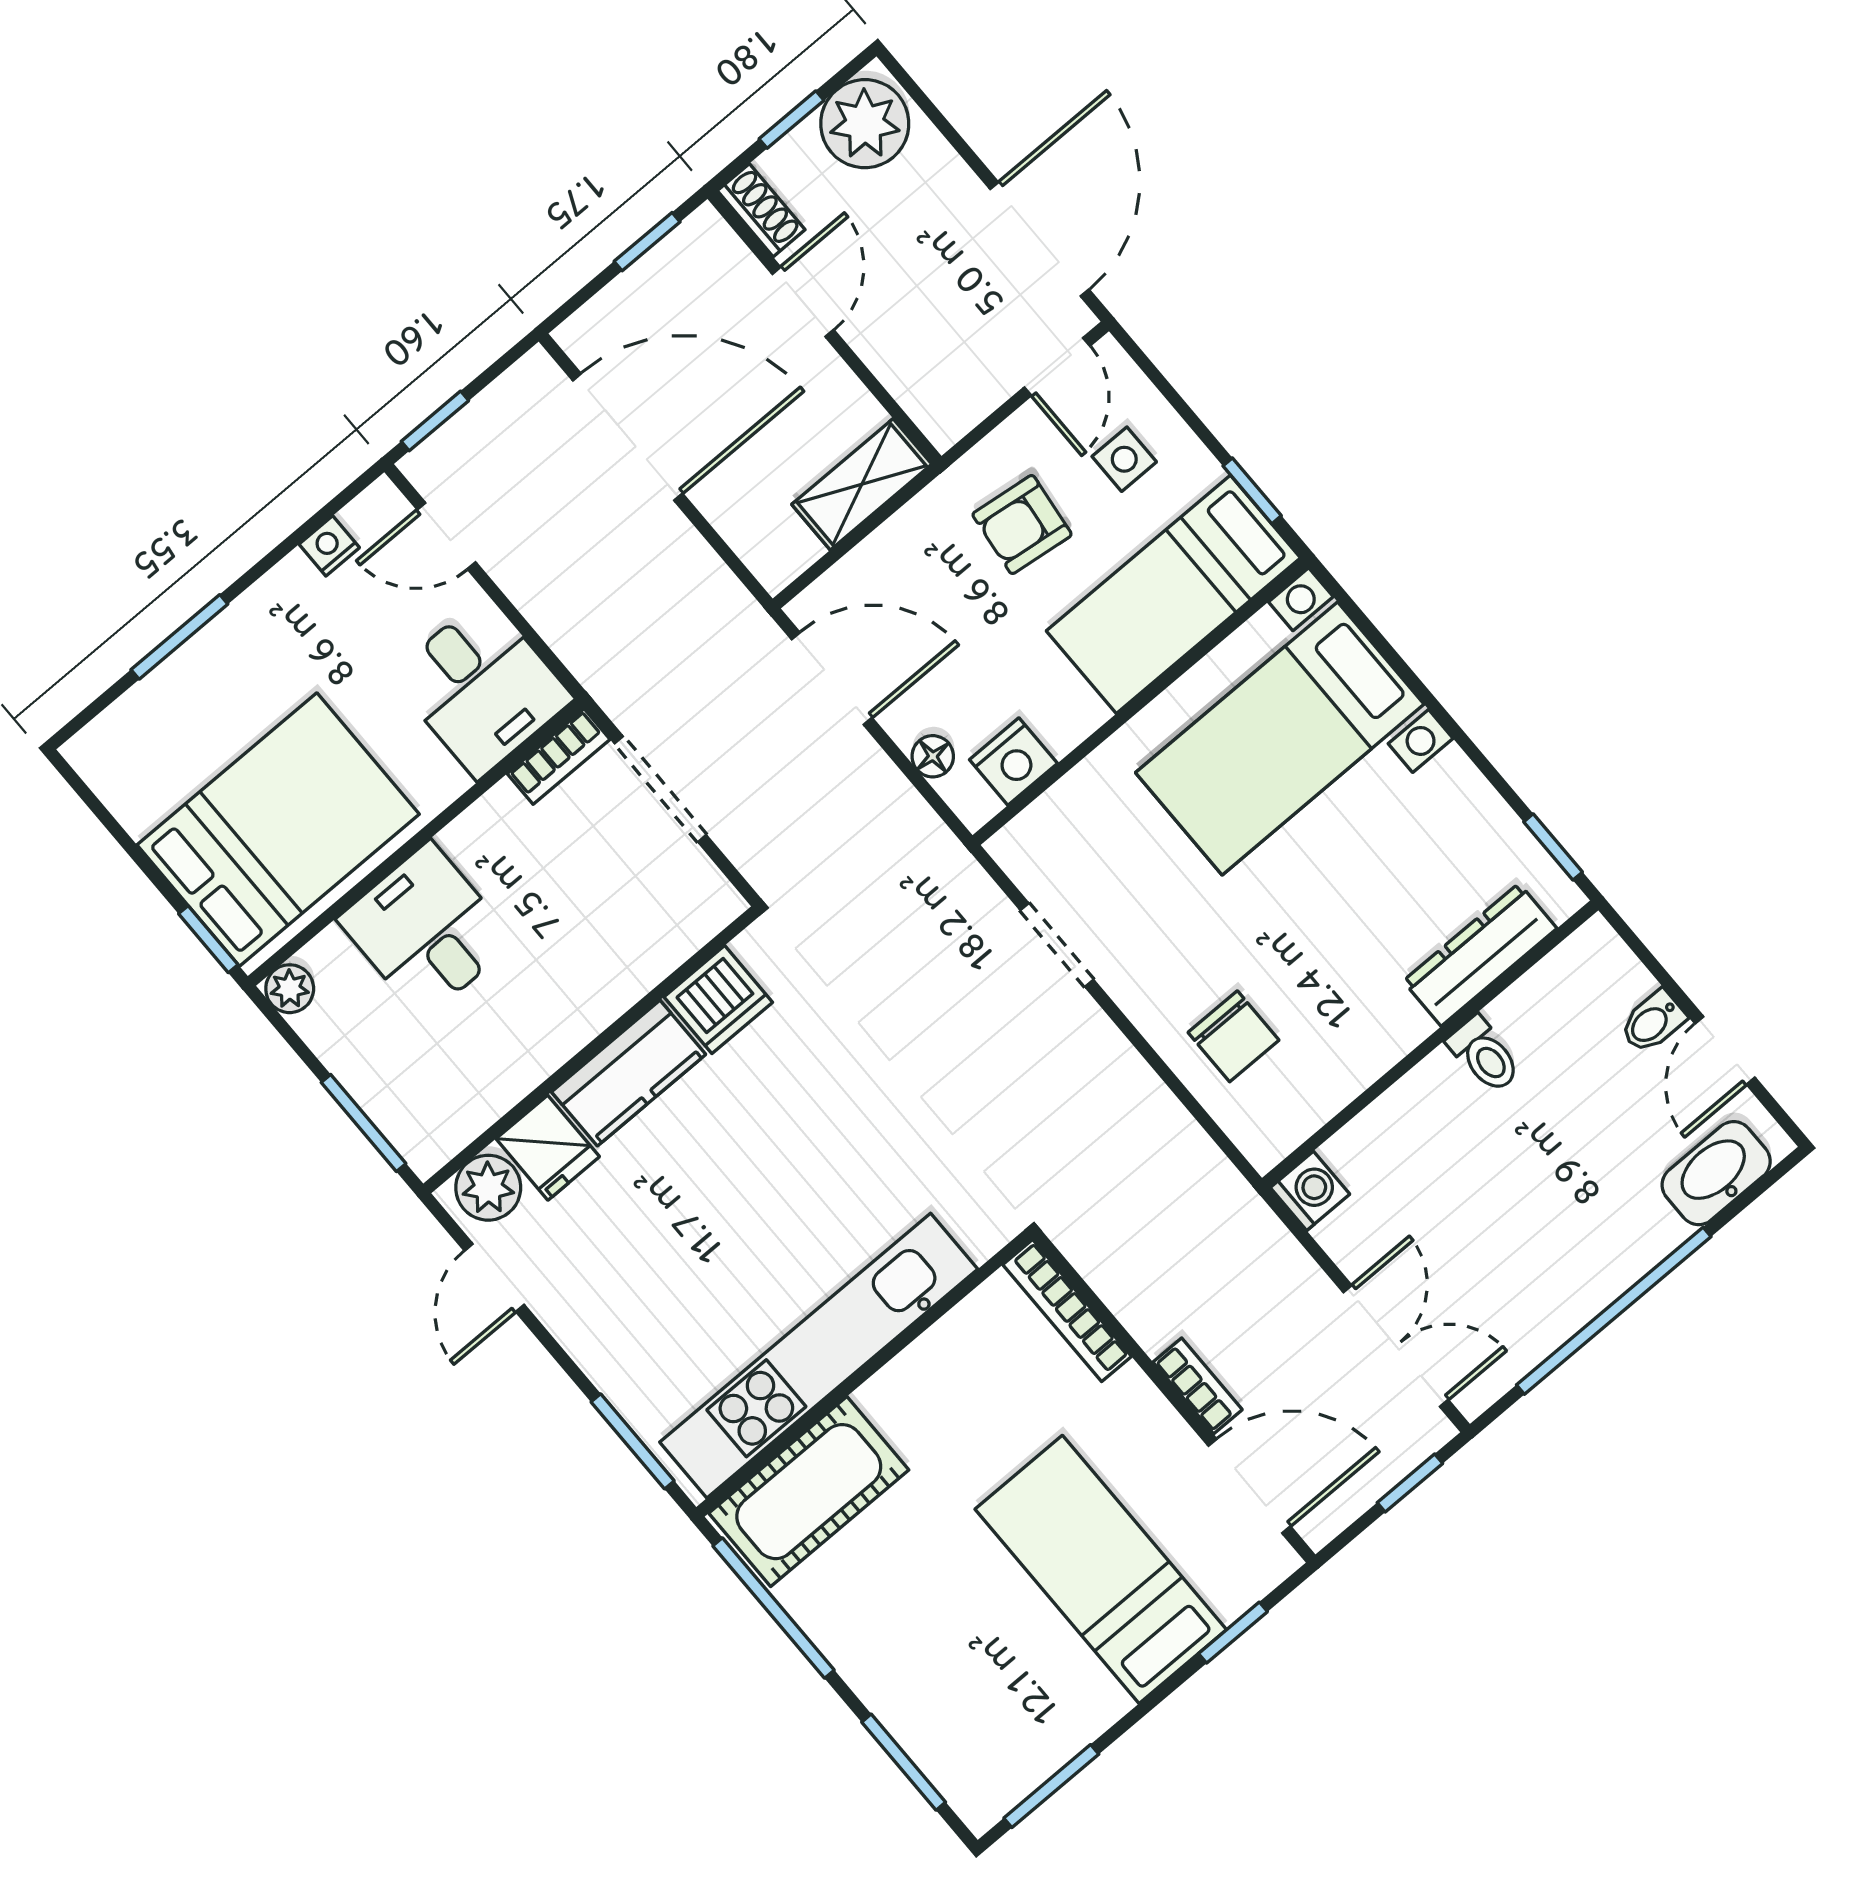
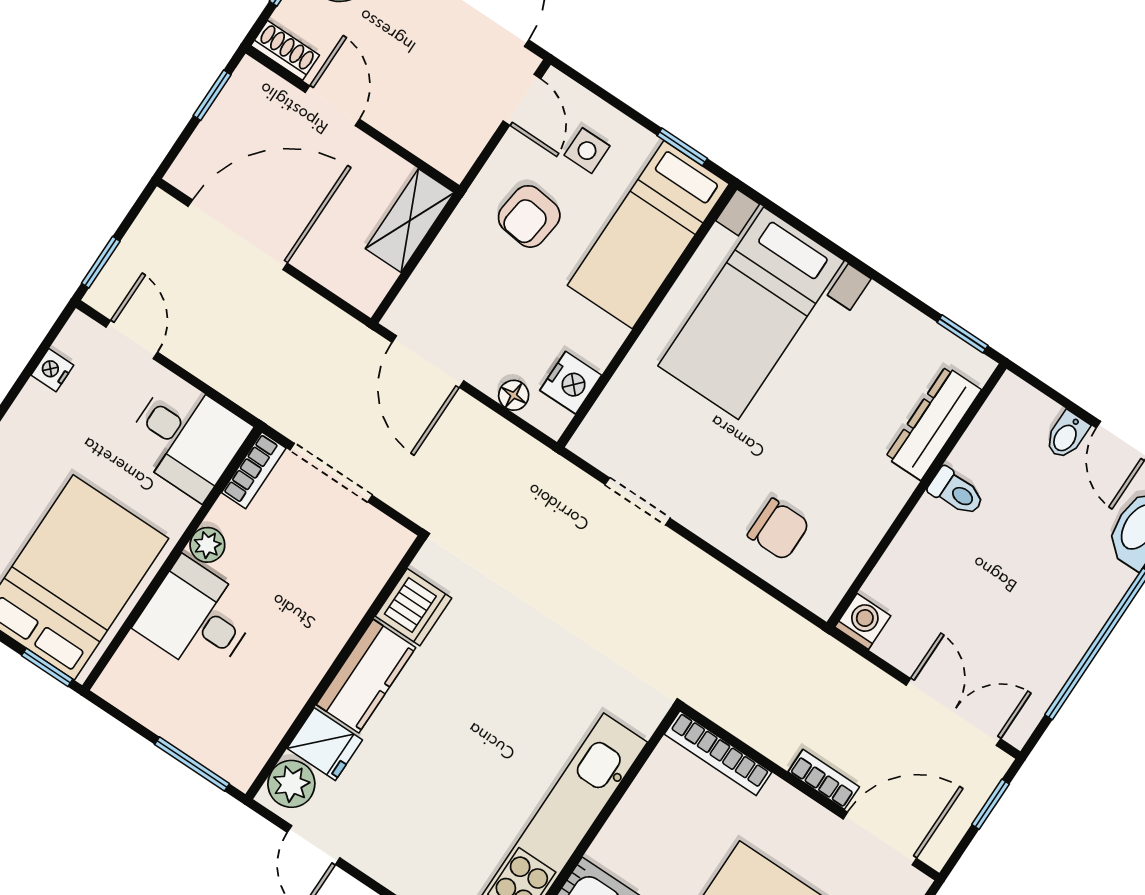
door: (446, 536) -> (132, 340), swing flipped
door: (832, 679) -> (428, 362), swing flipped
plant: (290, 989) -> (207, 545), moved

